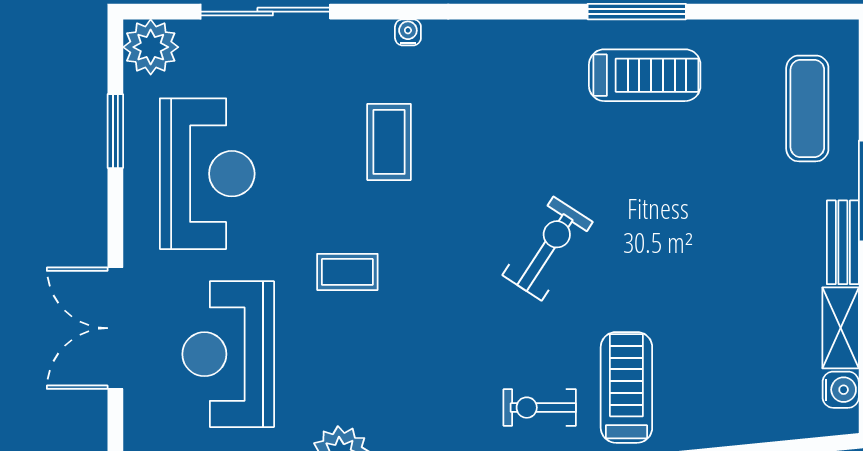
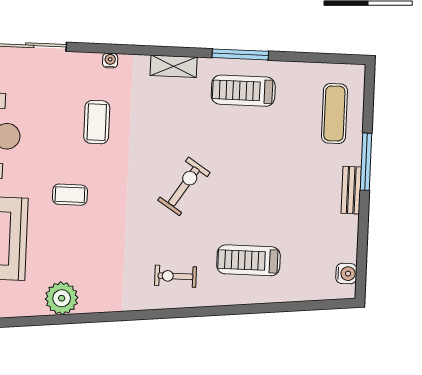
treadmill: (645, 75) -> (243, 91), turned 180
shelving: (841, 328) -> (174, 66), moved, turned 90
treadmill: (626, 387) -> (248, 260), moved, turned -90

